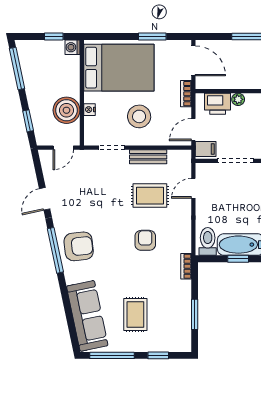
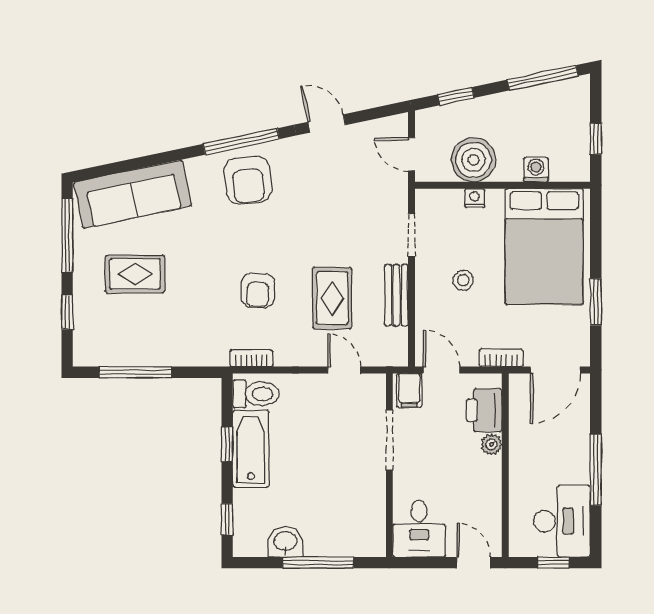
washing machine: (72, 47) -> (536, 170), moved
stool: (139, 116) -> (463, 280), width x0.53, depth x0.53
armchair: (145, 240) -> (258, 290), turned 93
bookcase: (186, 266) -> (251, 358), moved
window: (195, 314) -> (135, 372), width x1.44

